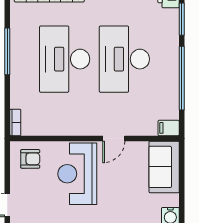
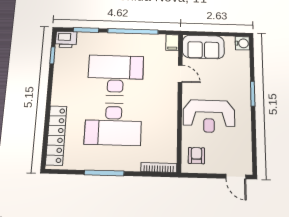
desk: (124, 59) -> (116, 75), turned 180
bookcase: (15, 122) -> (159, 167), width x1.56
door: (114, 138) -> (180, 74), moved

